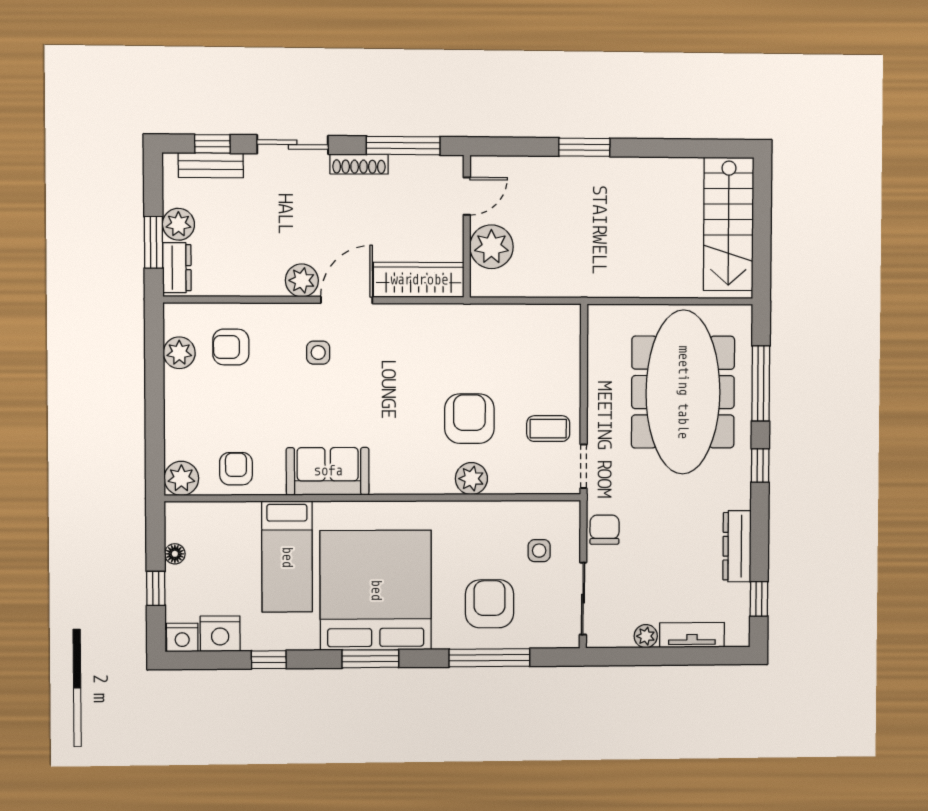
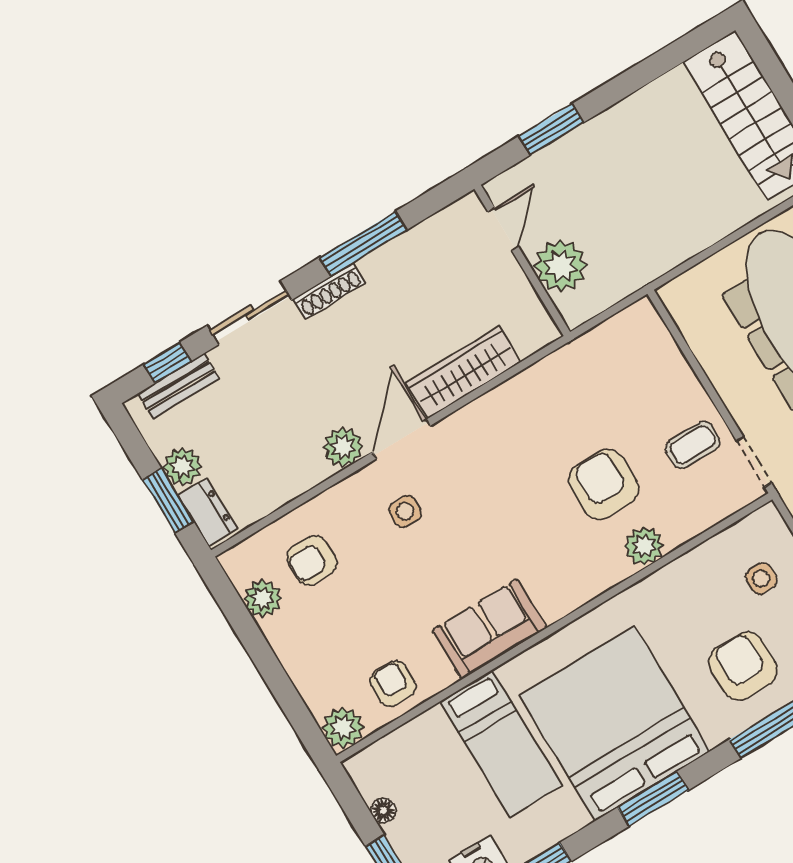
door: (467, 196) -> (503, 229), moved
wall: (467, 226) -> (522, 260), moved
plant: (491, 247) -> (561, 266), moved

